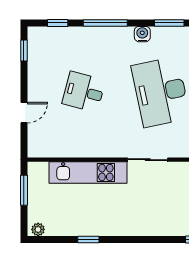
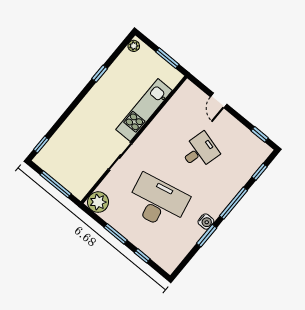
window: (169, 23) -> (207, 236), moved

